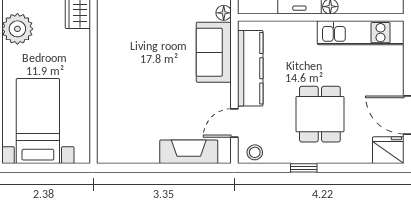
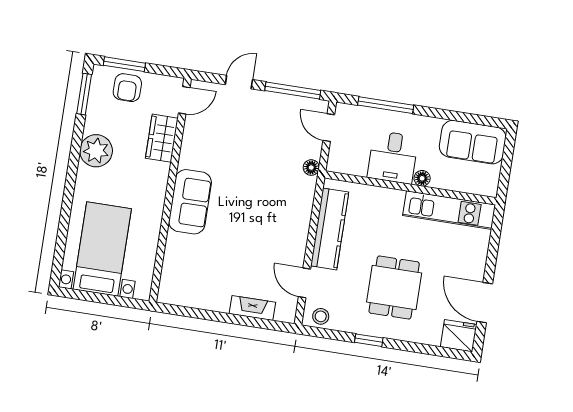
sofa: (214, 52) -> (190, 202), moved, turned 180
door: (234, 123) -> (304, 283), hinge flipped
fireplace: (189, 152) -> (252, 308), width x0.73, depth x0.76

